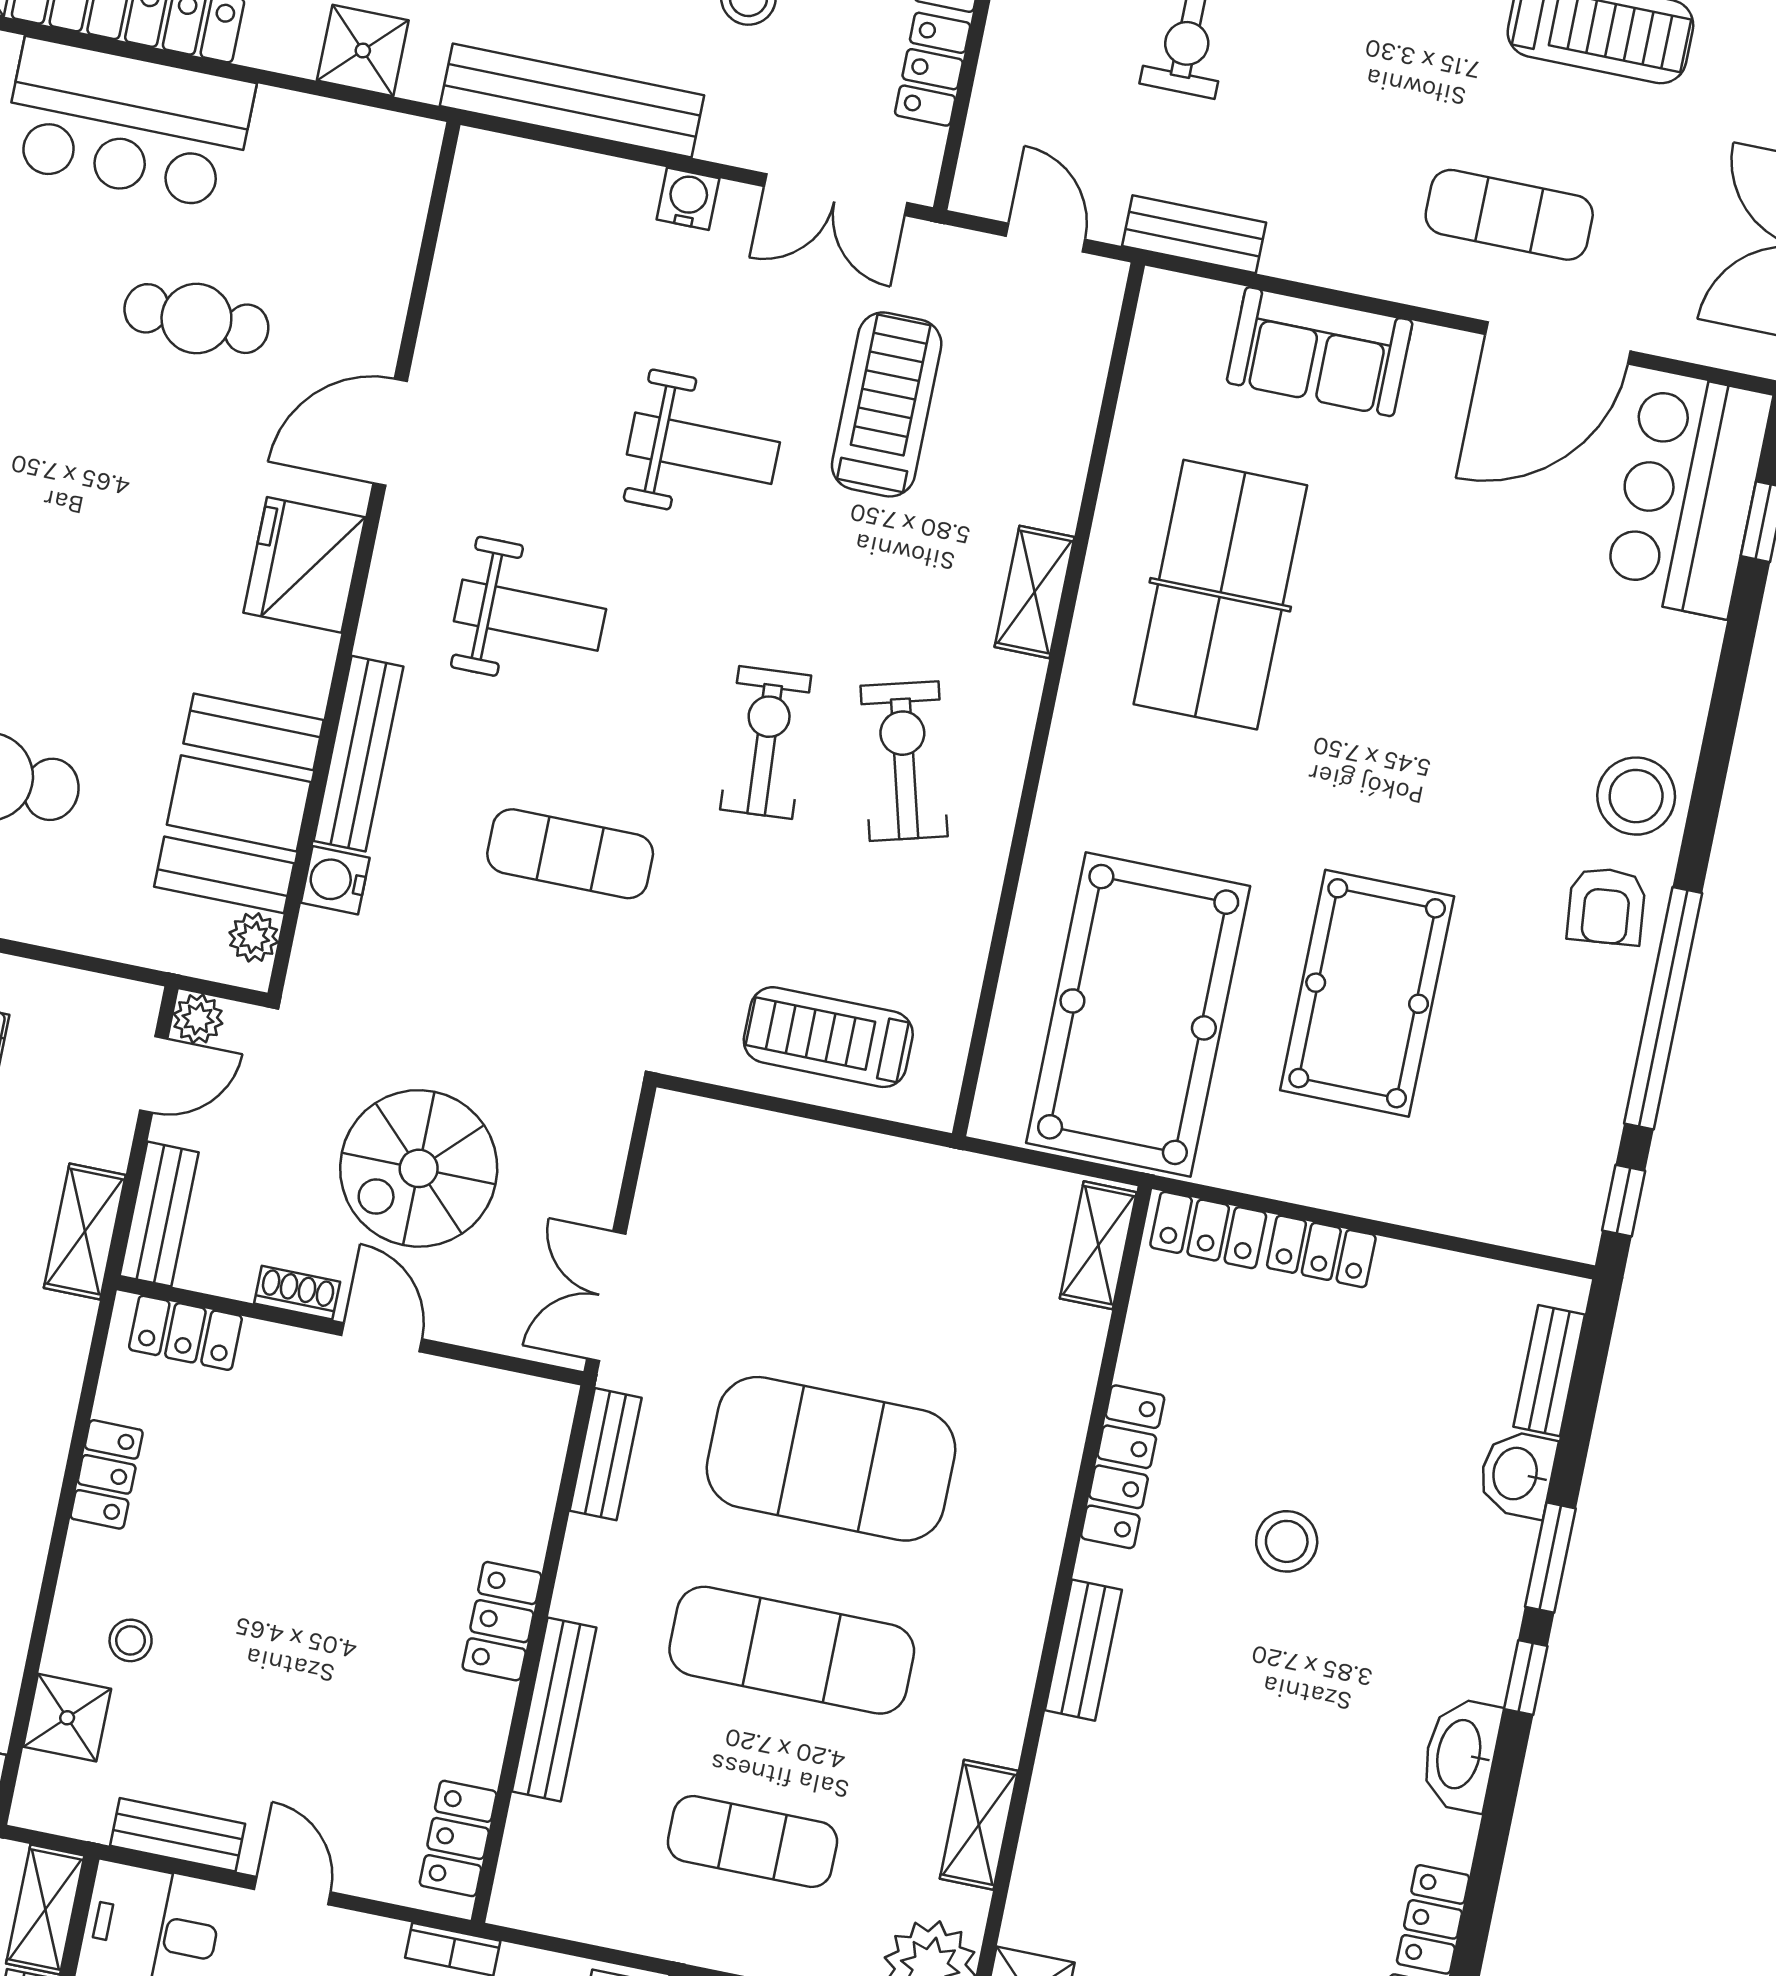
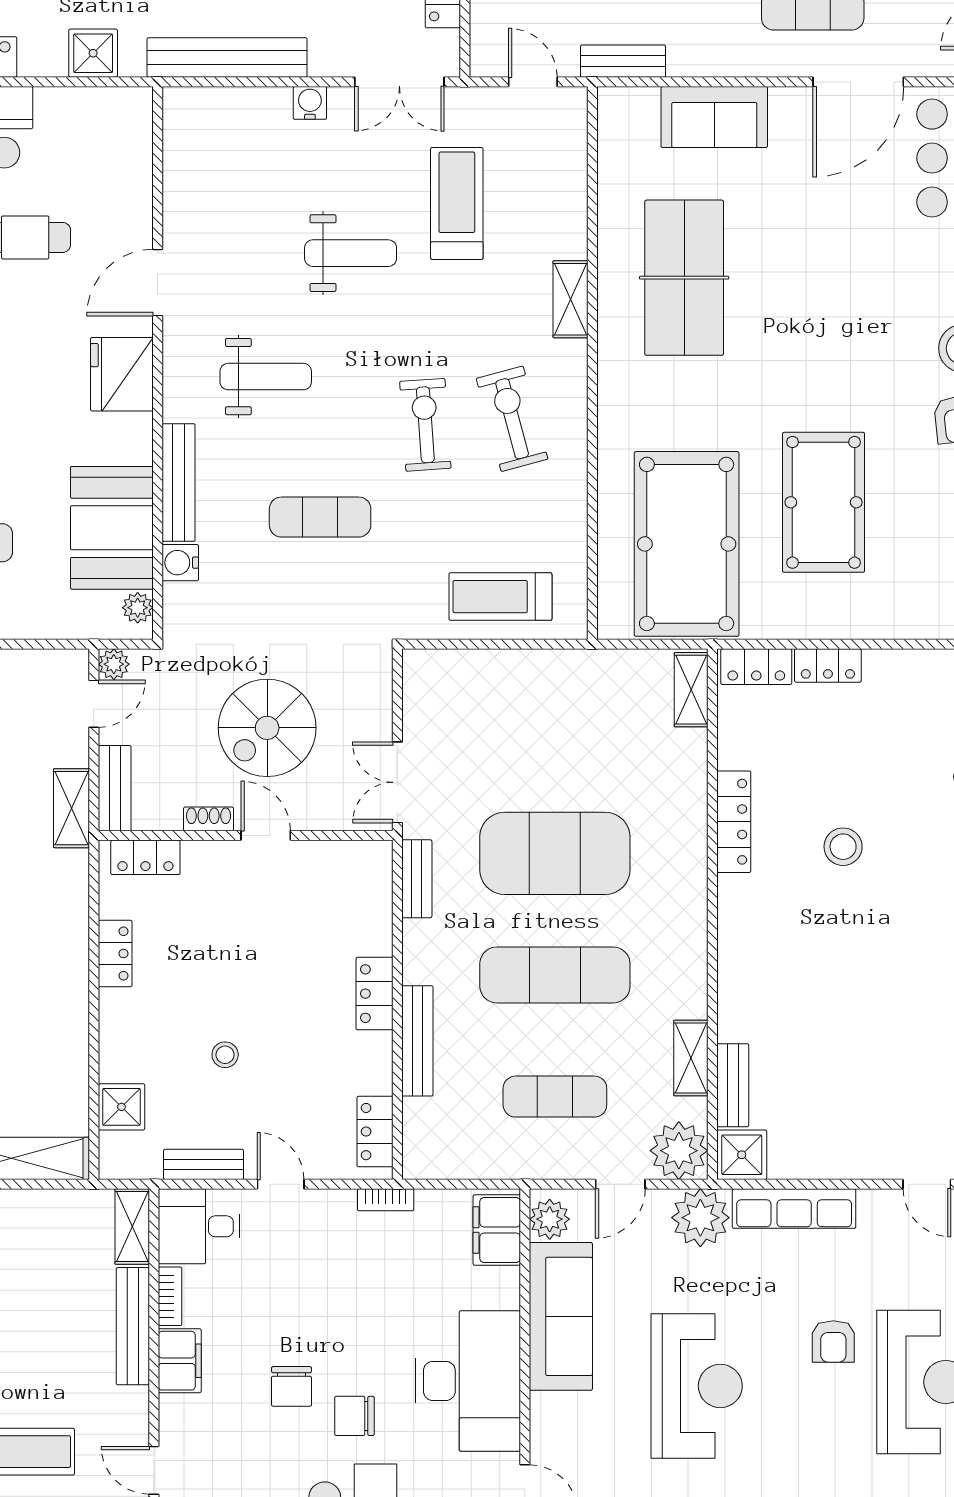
stool: (131, 1640) -> (225, 1055), moved
bench: (1083, 1650) -> (733, 1085), moved

